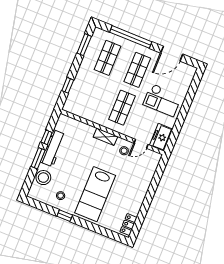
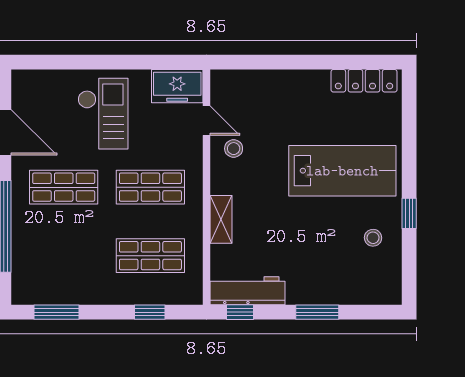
shop shelf: (107, 58) -> (150, 256), moved
window: (47, 137) -> (240, 312), moved
shelving: (105, 137) -> (221, 219), moved
workbench: (53, 148) -> (248, 291), moved
stool: (43, 178) -> (351, 286), removed
locker: (128, 225) -> (364, 81), width x1.53

